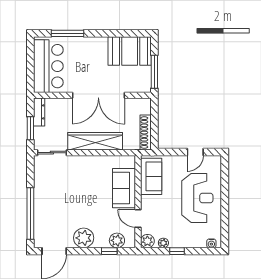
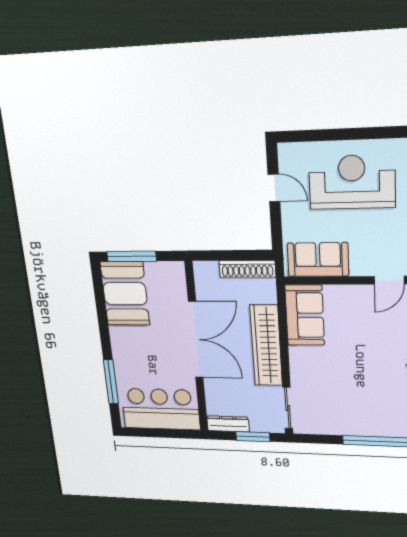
window: (154, 72) -> (132, 256), moved
sofa: (124, 188) -> (305, 315), moved, turned -90

